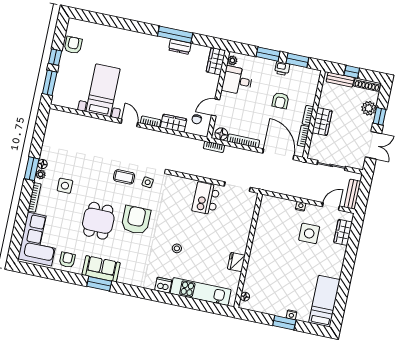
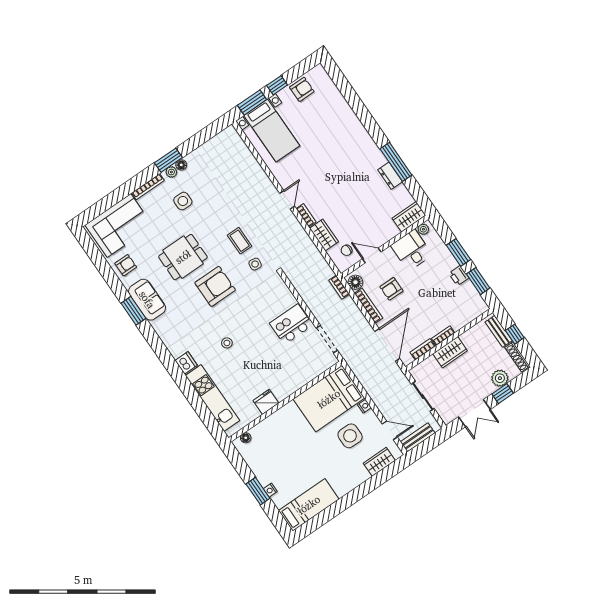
bed with nightstands: (103, 90) -> (272, 131), moved, turned 90
armchair: (280, 101) -> (391, 289), moved
bed: (274, 223) -> (329, 399), added

